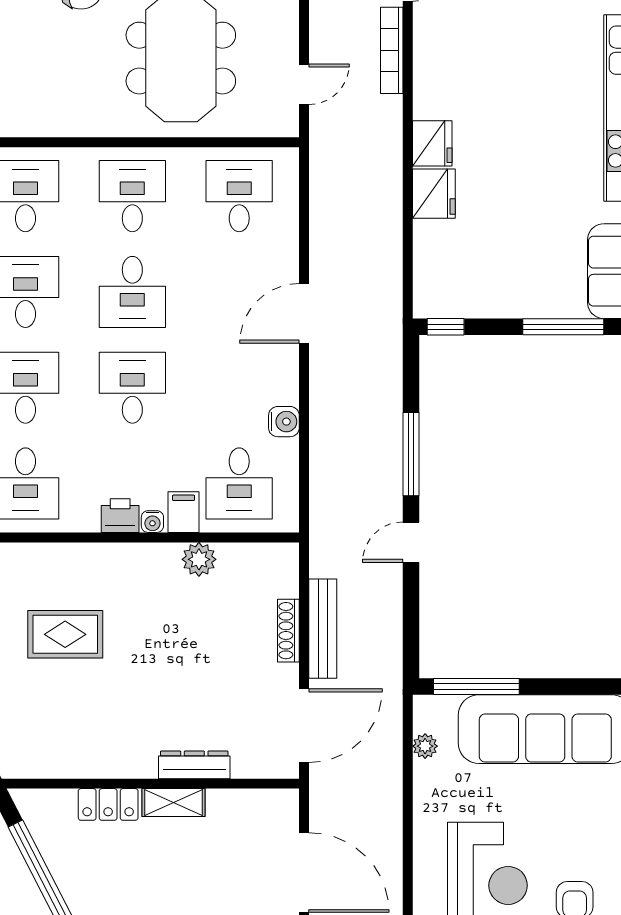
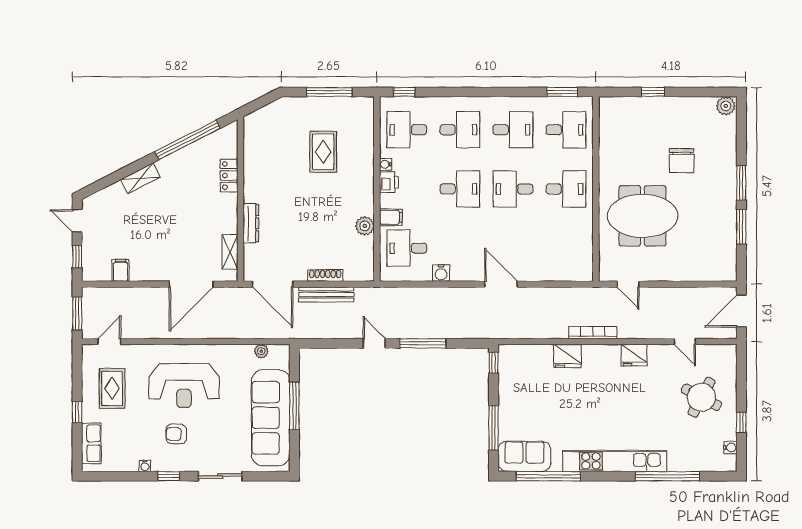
bookcase: (392, 50) -> (593, 333), moved
fridge: (432, 143) -> (634, 355), moved
desk: (239, 196) -> (566, 248), removed
water cooler: (152, 522) -> (386, 164), moved
window: (476, 686) -> (294, 406), moved
shelving: (173, 803) -> (230, 252), moved

